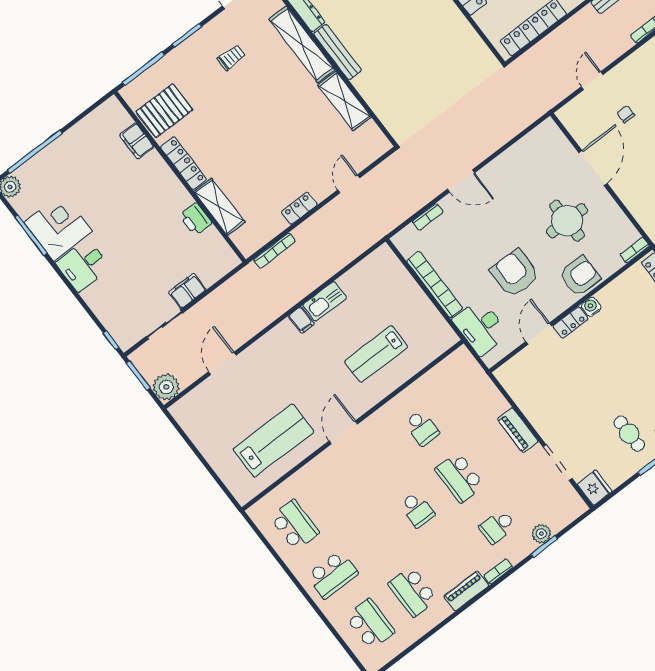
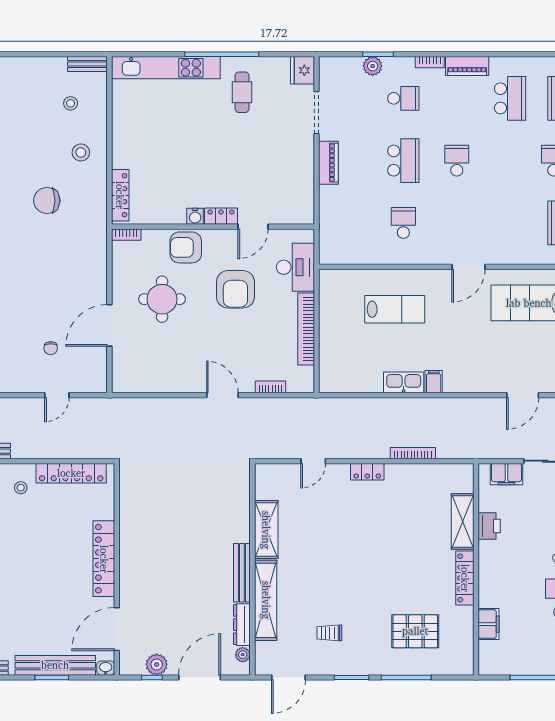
filing cabinet: (137, 141) -> (489, 624), moved
locker: (184, 163) -> (465, 578), moved
wall: (180, 177) -> (476, 569), moved
shelving: (220, 207) -> (463, 521), moved
printer: (196, 219) -> (489, 526), moved

